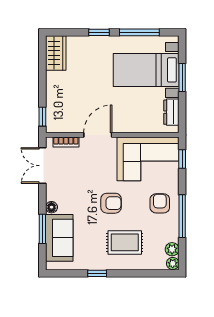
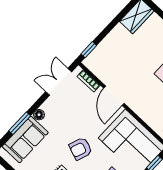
door: (98, 135) -> (114, 96), swing flipped
armchair: (111, 203) -> (81, 149), turned 110

